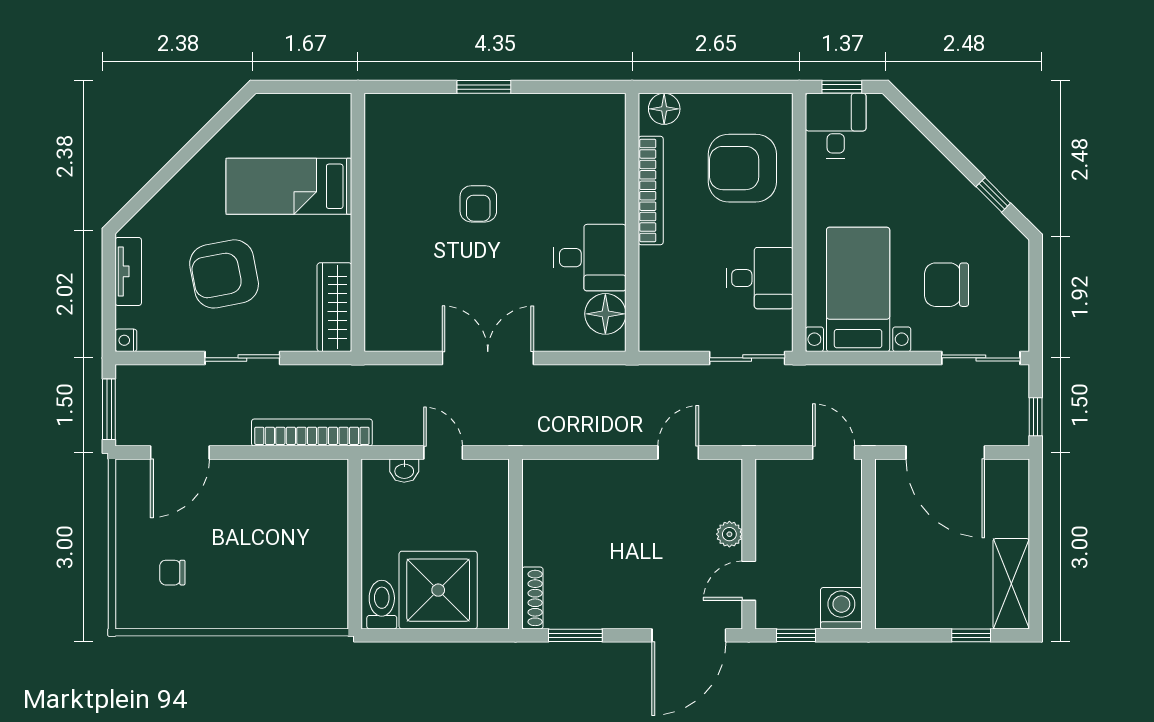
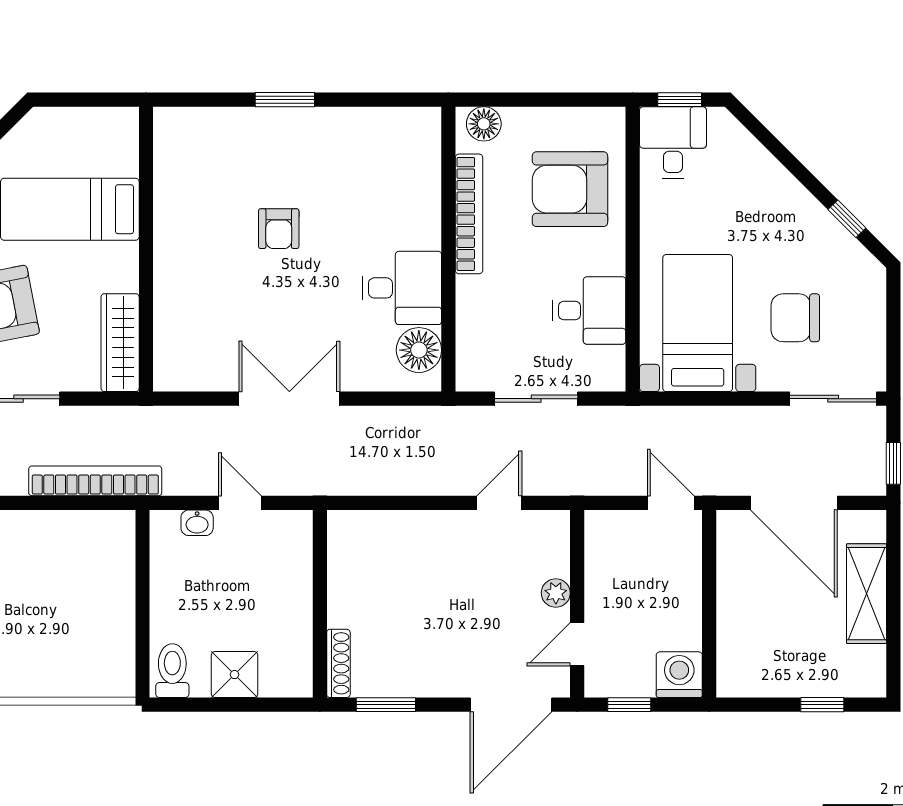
sliding door: (747, 358) -> (536, 399), moved
shelving: (1011, 584) -> (866, 594), moved
shower: (438, 590) -> (235, 675), width x0.54, depth x0.54

